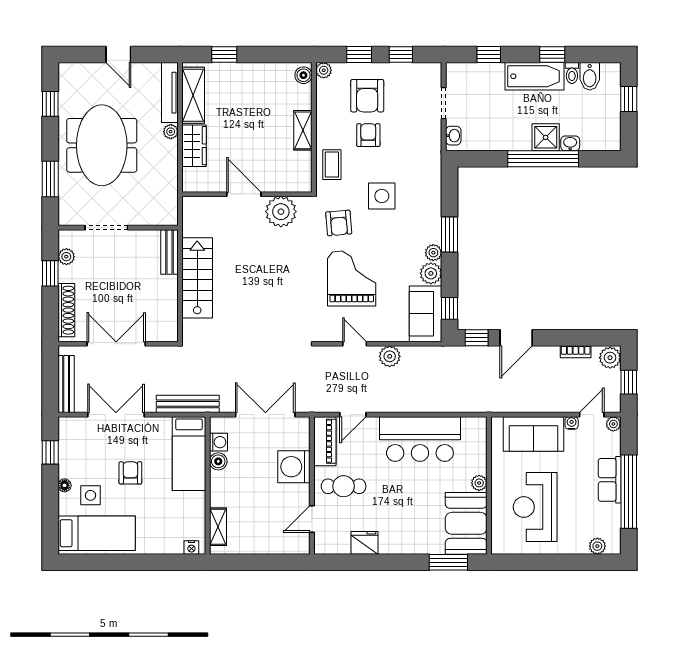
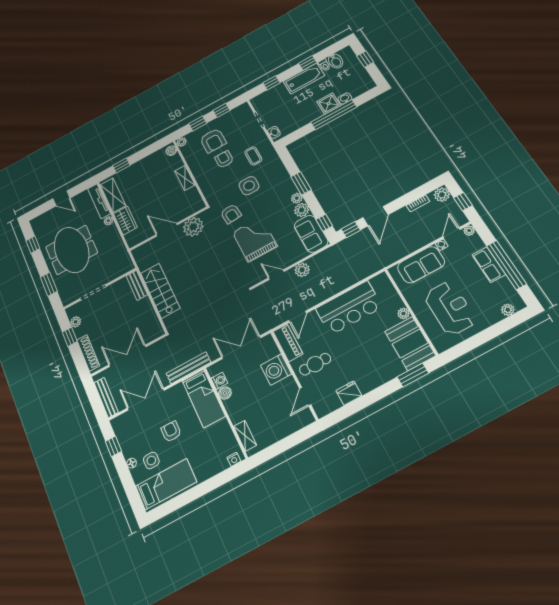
coffee table: (332, 165) -> (253, 156), moved
reception desk: (535, 507) -> (450, 308), turned 180

